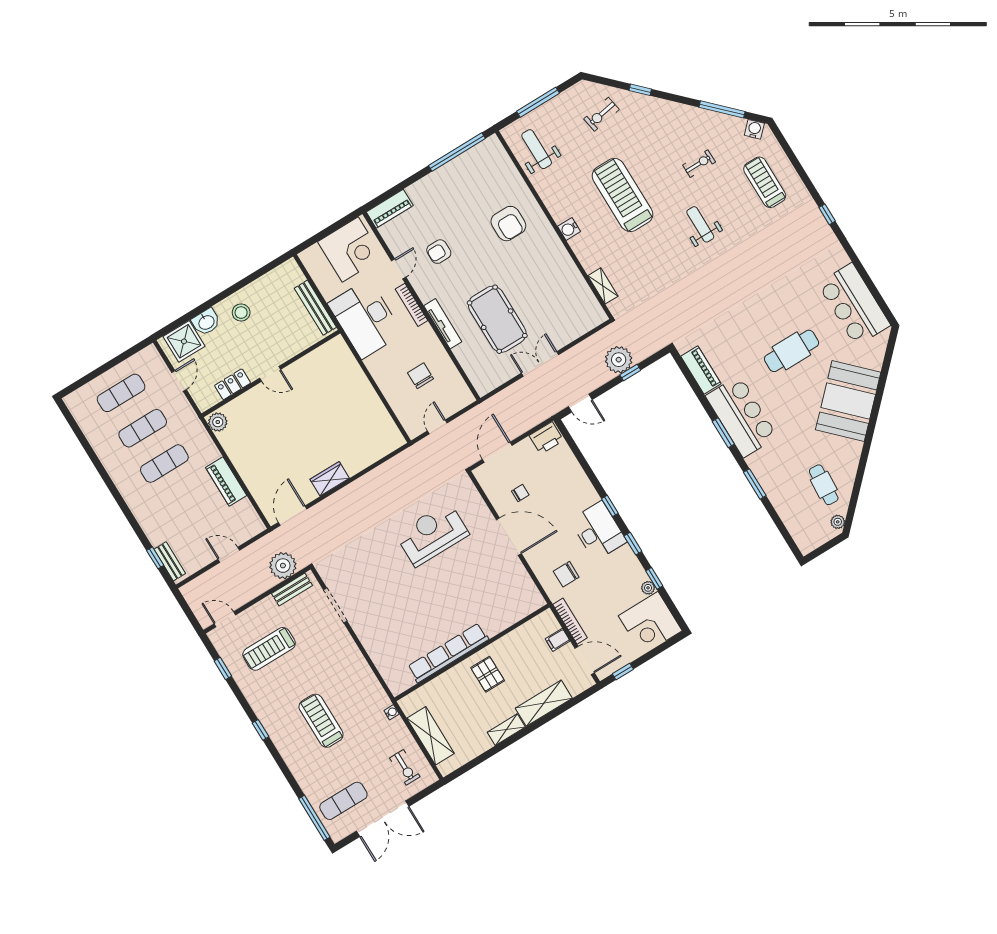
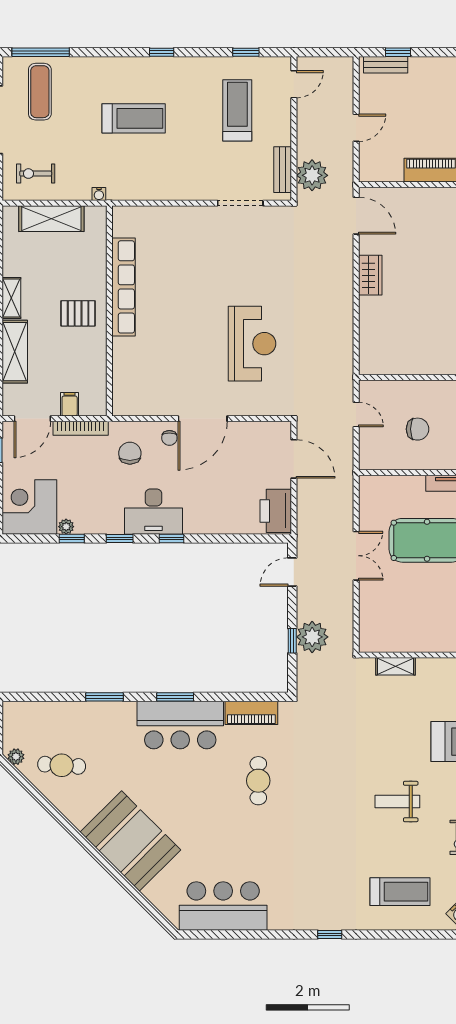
weight bench: (700, 224) -> (397, 801), turned 180
cafe table: (791, 351) -> (258, 781), moved, width x0.73, depth x0.74
printer: (546, 438) -> (276, 511), width x1.37, depth x1.19
chair: (520, 493) -> (169, 438), moved

